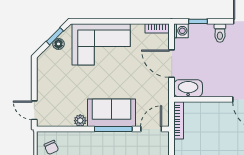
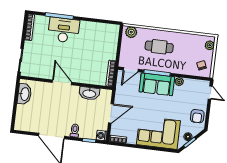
door: (172, 64) -> (111, 113), hinge flipped
armchair: (49, 75) -> (197, 116), added
washbasin: (188, 88) -> (89, 93), moved

